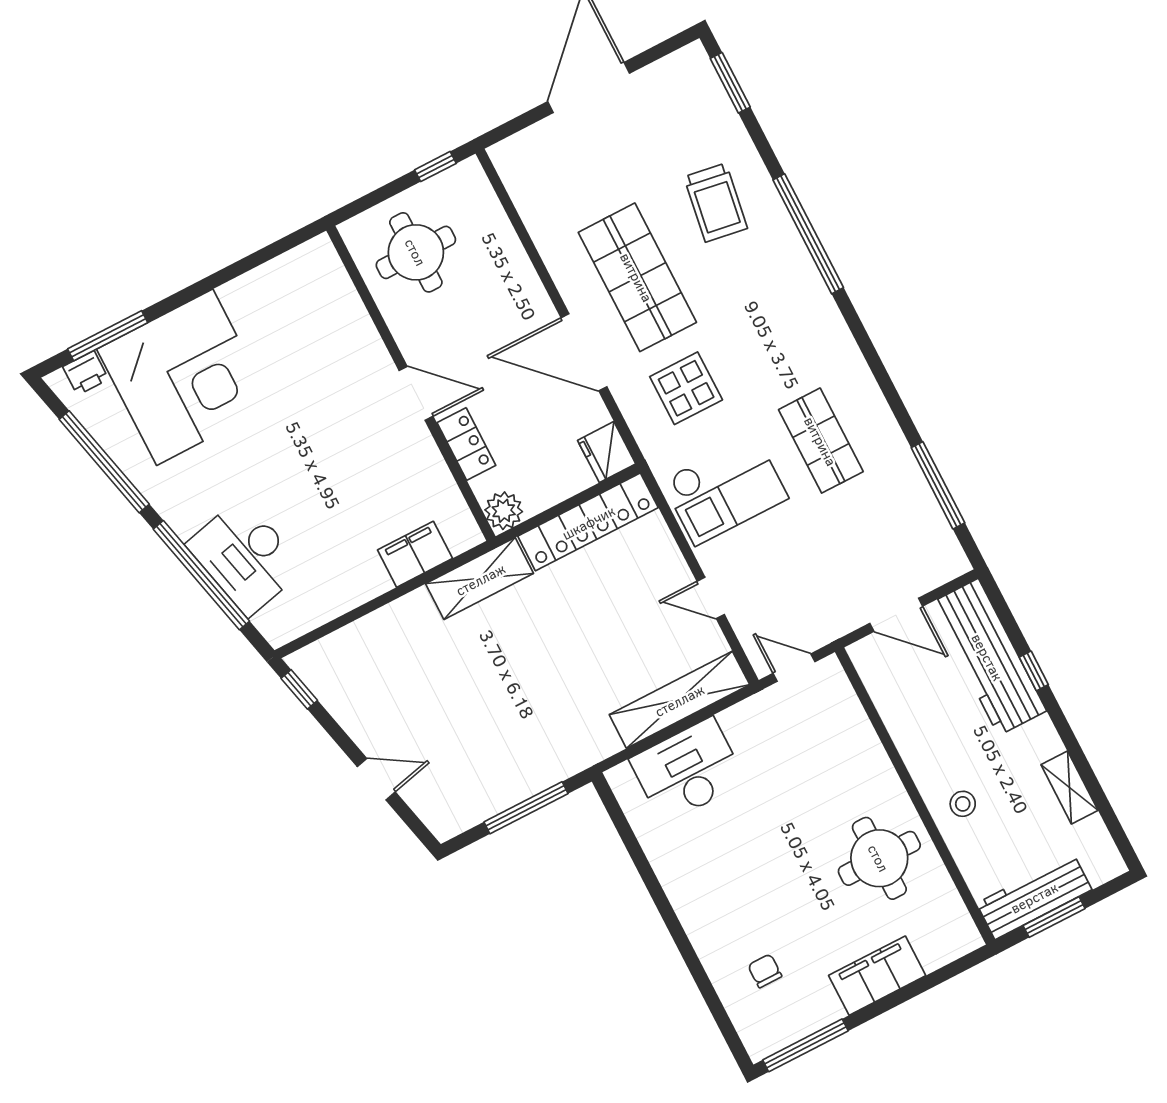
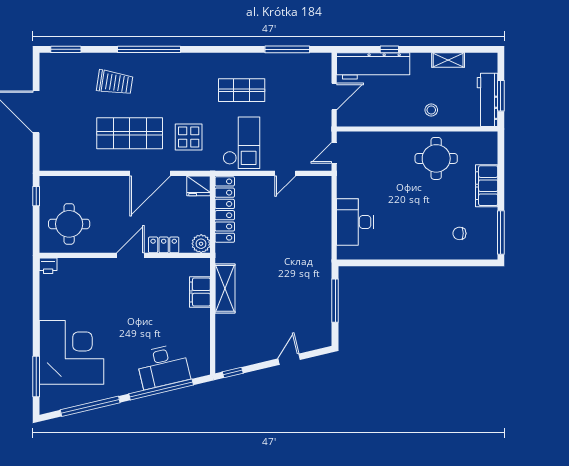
printer: (86, 373) -> (48, 266), moved, turned 90
shelving: (480, 579) -> (225, 288), moved
shelving: (679, 700) -> (322, 210), removed

